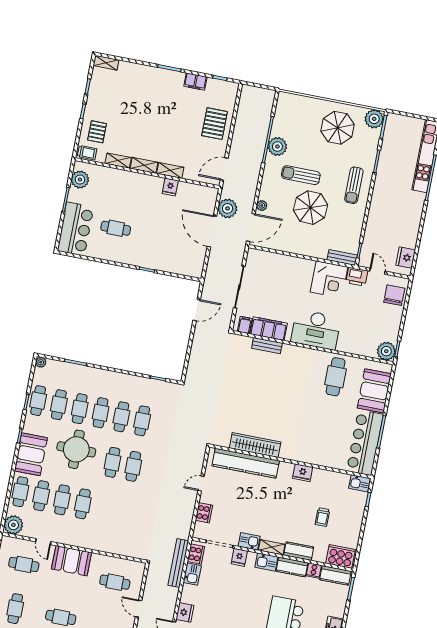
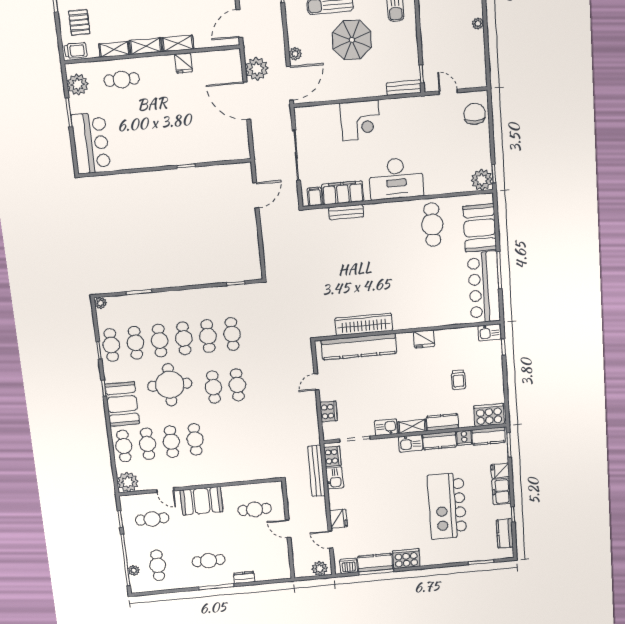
plant: (416, 224) -> (478, 24), added
cafe table: (116, 228) -> (122, 79), moved
fridge: (406, 258) -> (477, 67), removed
printer: (357, 277) -> (426, 105), removed
corner desk: (329, 279) -> (360, 120), moved
fridge: (239, 557) -> (500, 471), moved, turned 90

